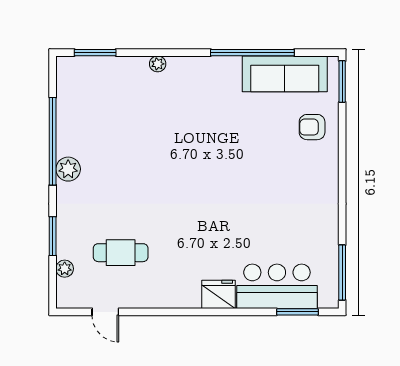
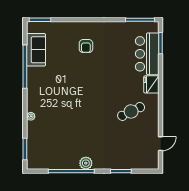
sofa: (285, 74) -> (36, 50), width x0.73
armchair: (312, 127) -> (86, 46), moved
cafe table: (121, 253) -> (131, 111), moved, turned 64
plant: (65, 269) -> (138, 165), removed

